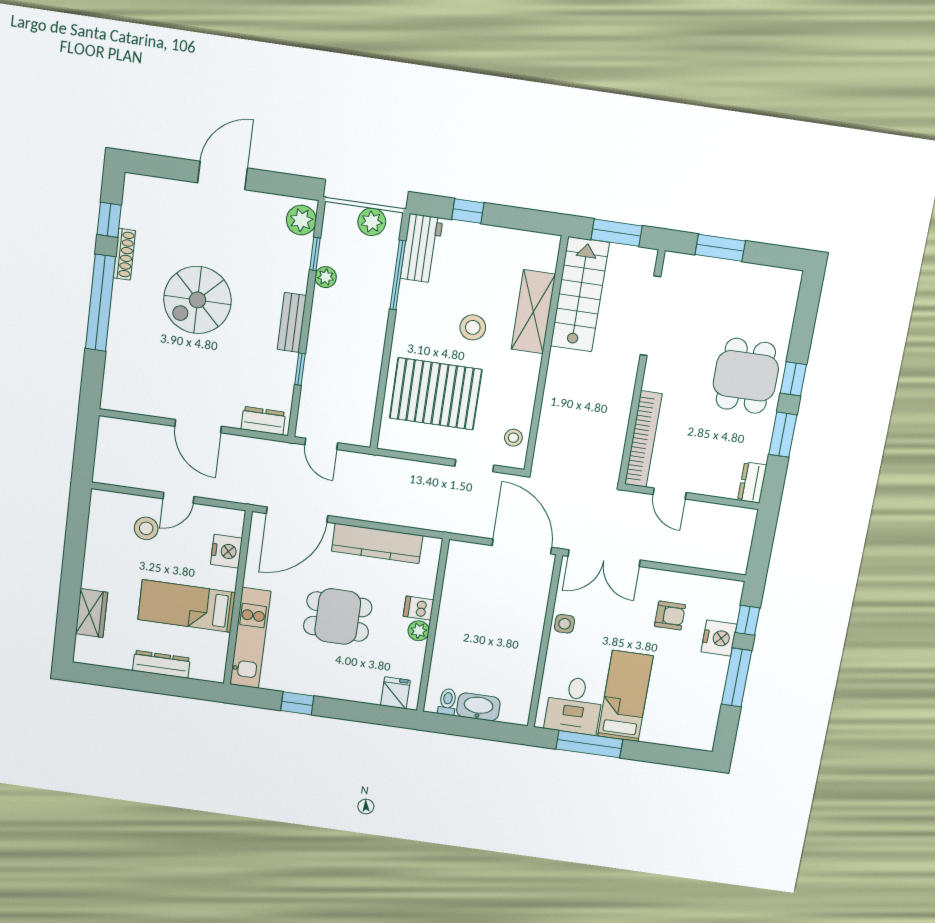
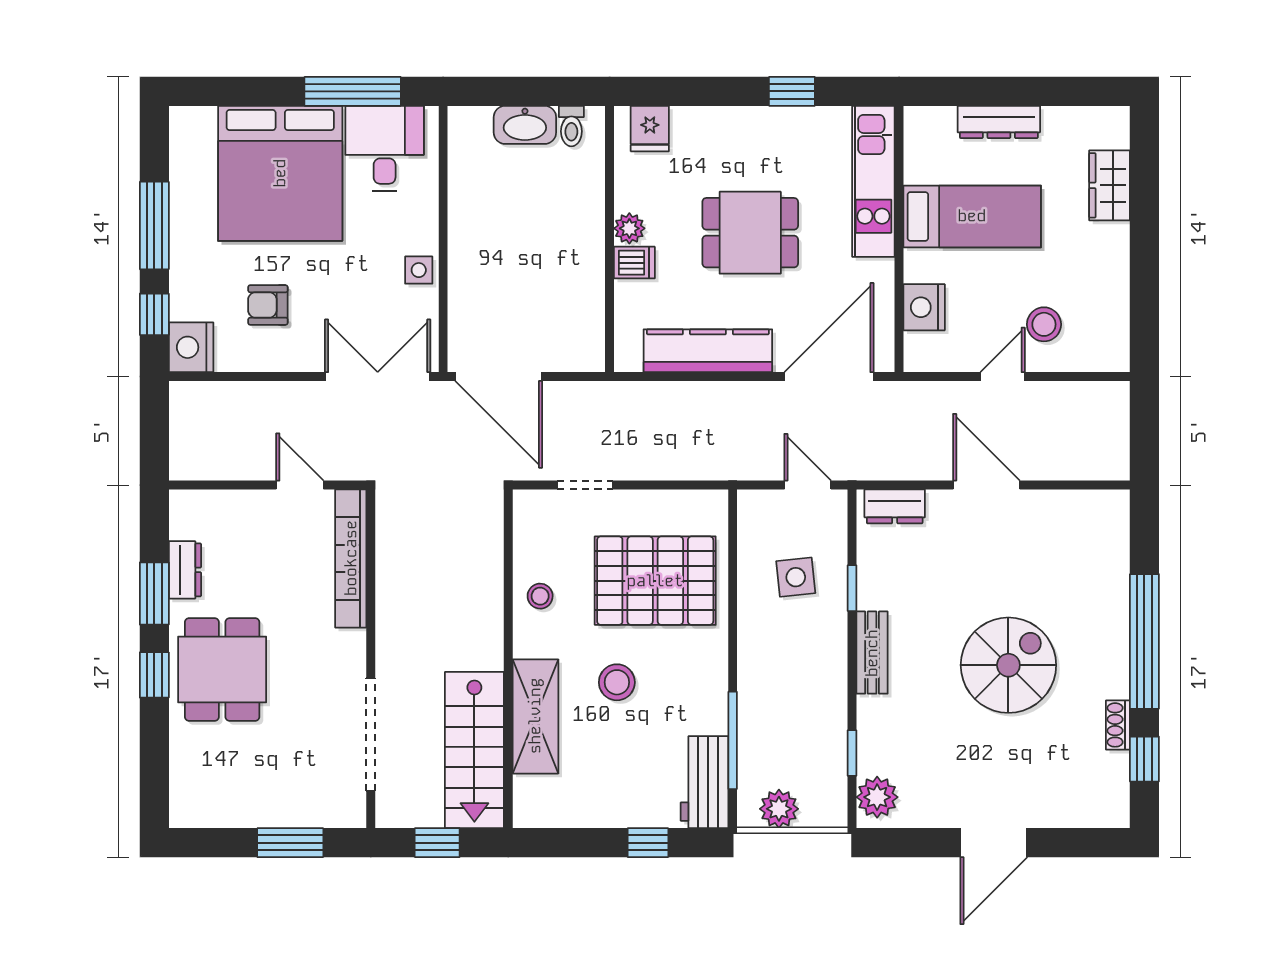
window: (617, 233) -> (437, 843), width x0.67
shoe rack: (124, 254) -> (1118, 725), width x0.70
plant: (326, 277) -> (833, 723), removed
side table: (338, 382) -> (796, 577), added
stool: (513, 438) -> (540, 596), moved
dresser: (752, 483) -> (185, 570), moved
nightstand: (719, 638) -> (191, 347), moved
bed: (625, 696) -> (280, 173), width x2.04

